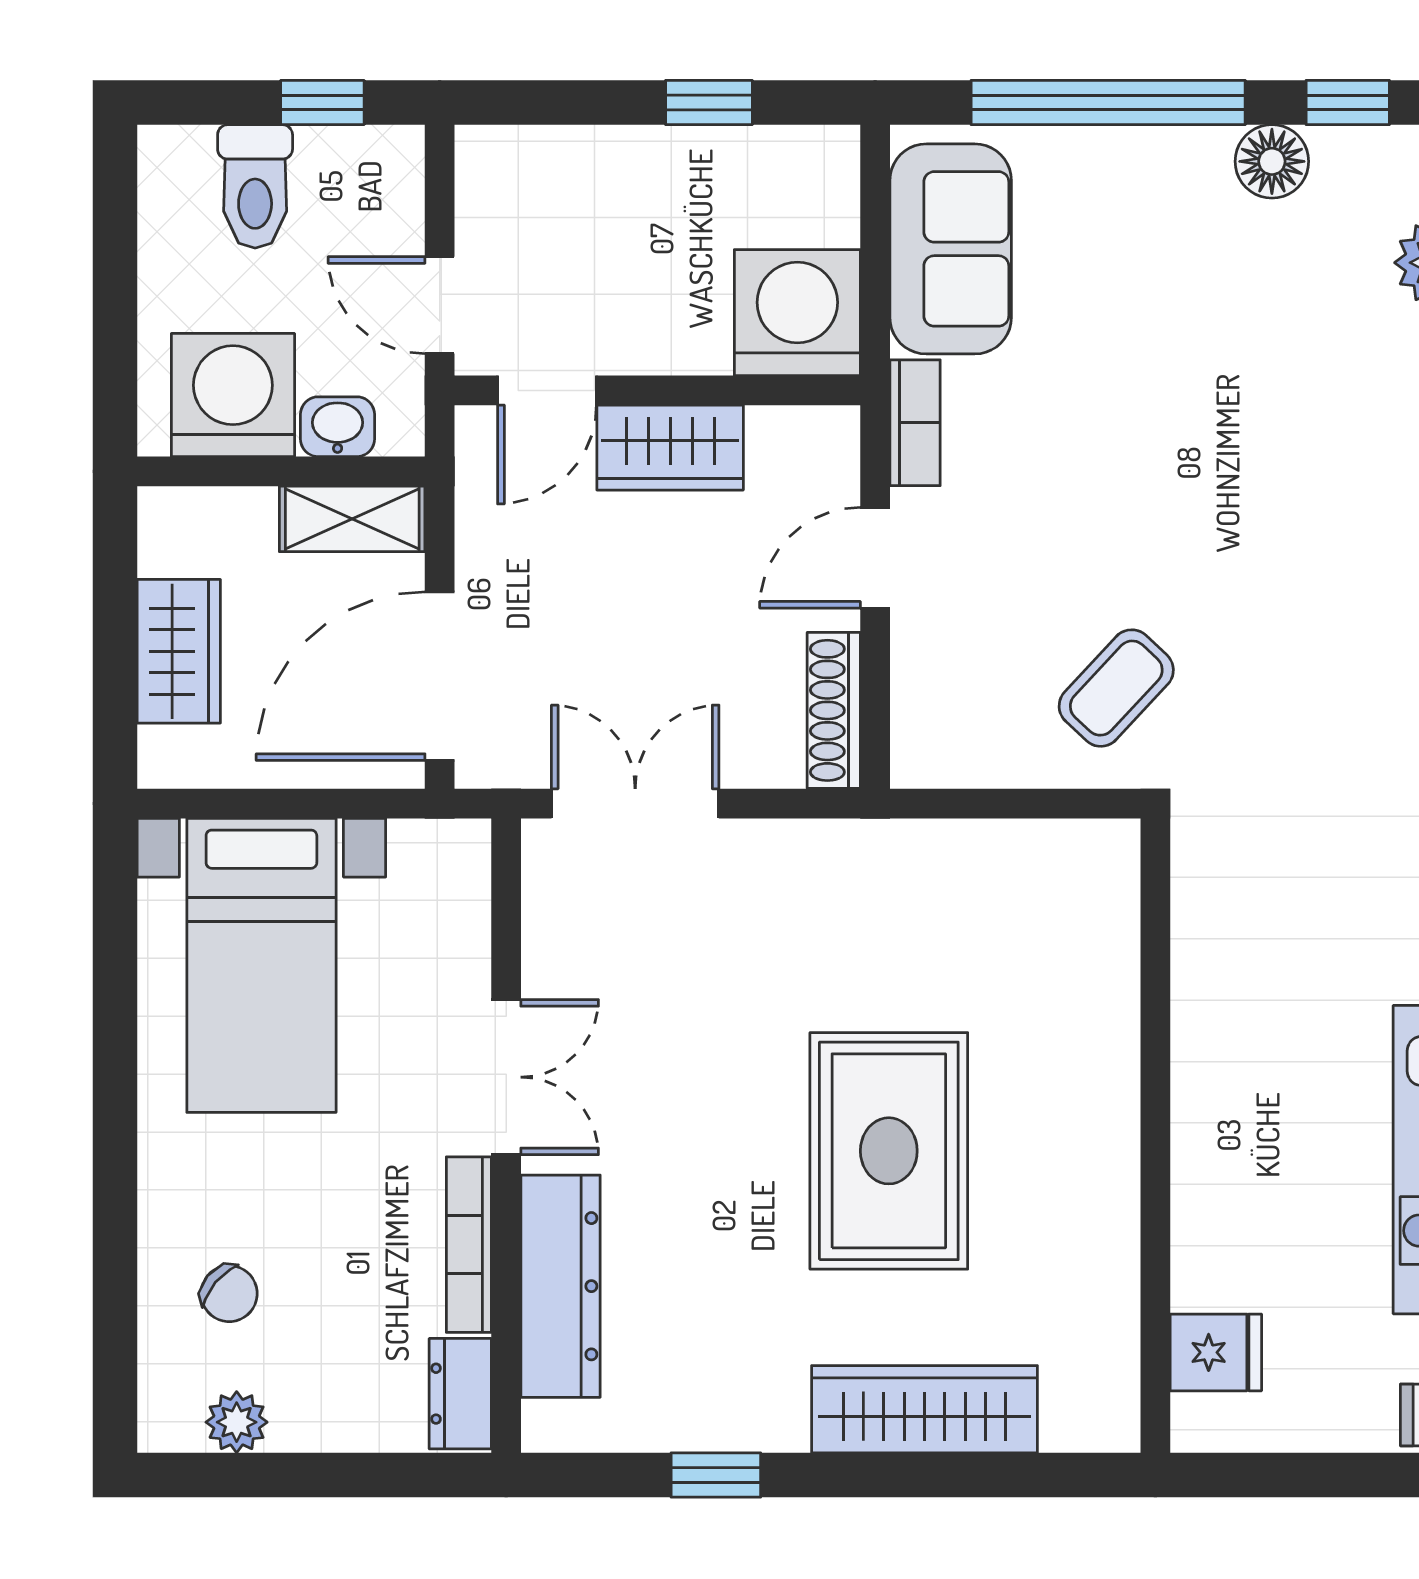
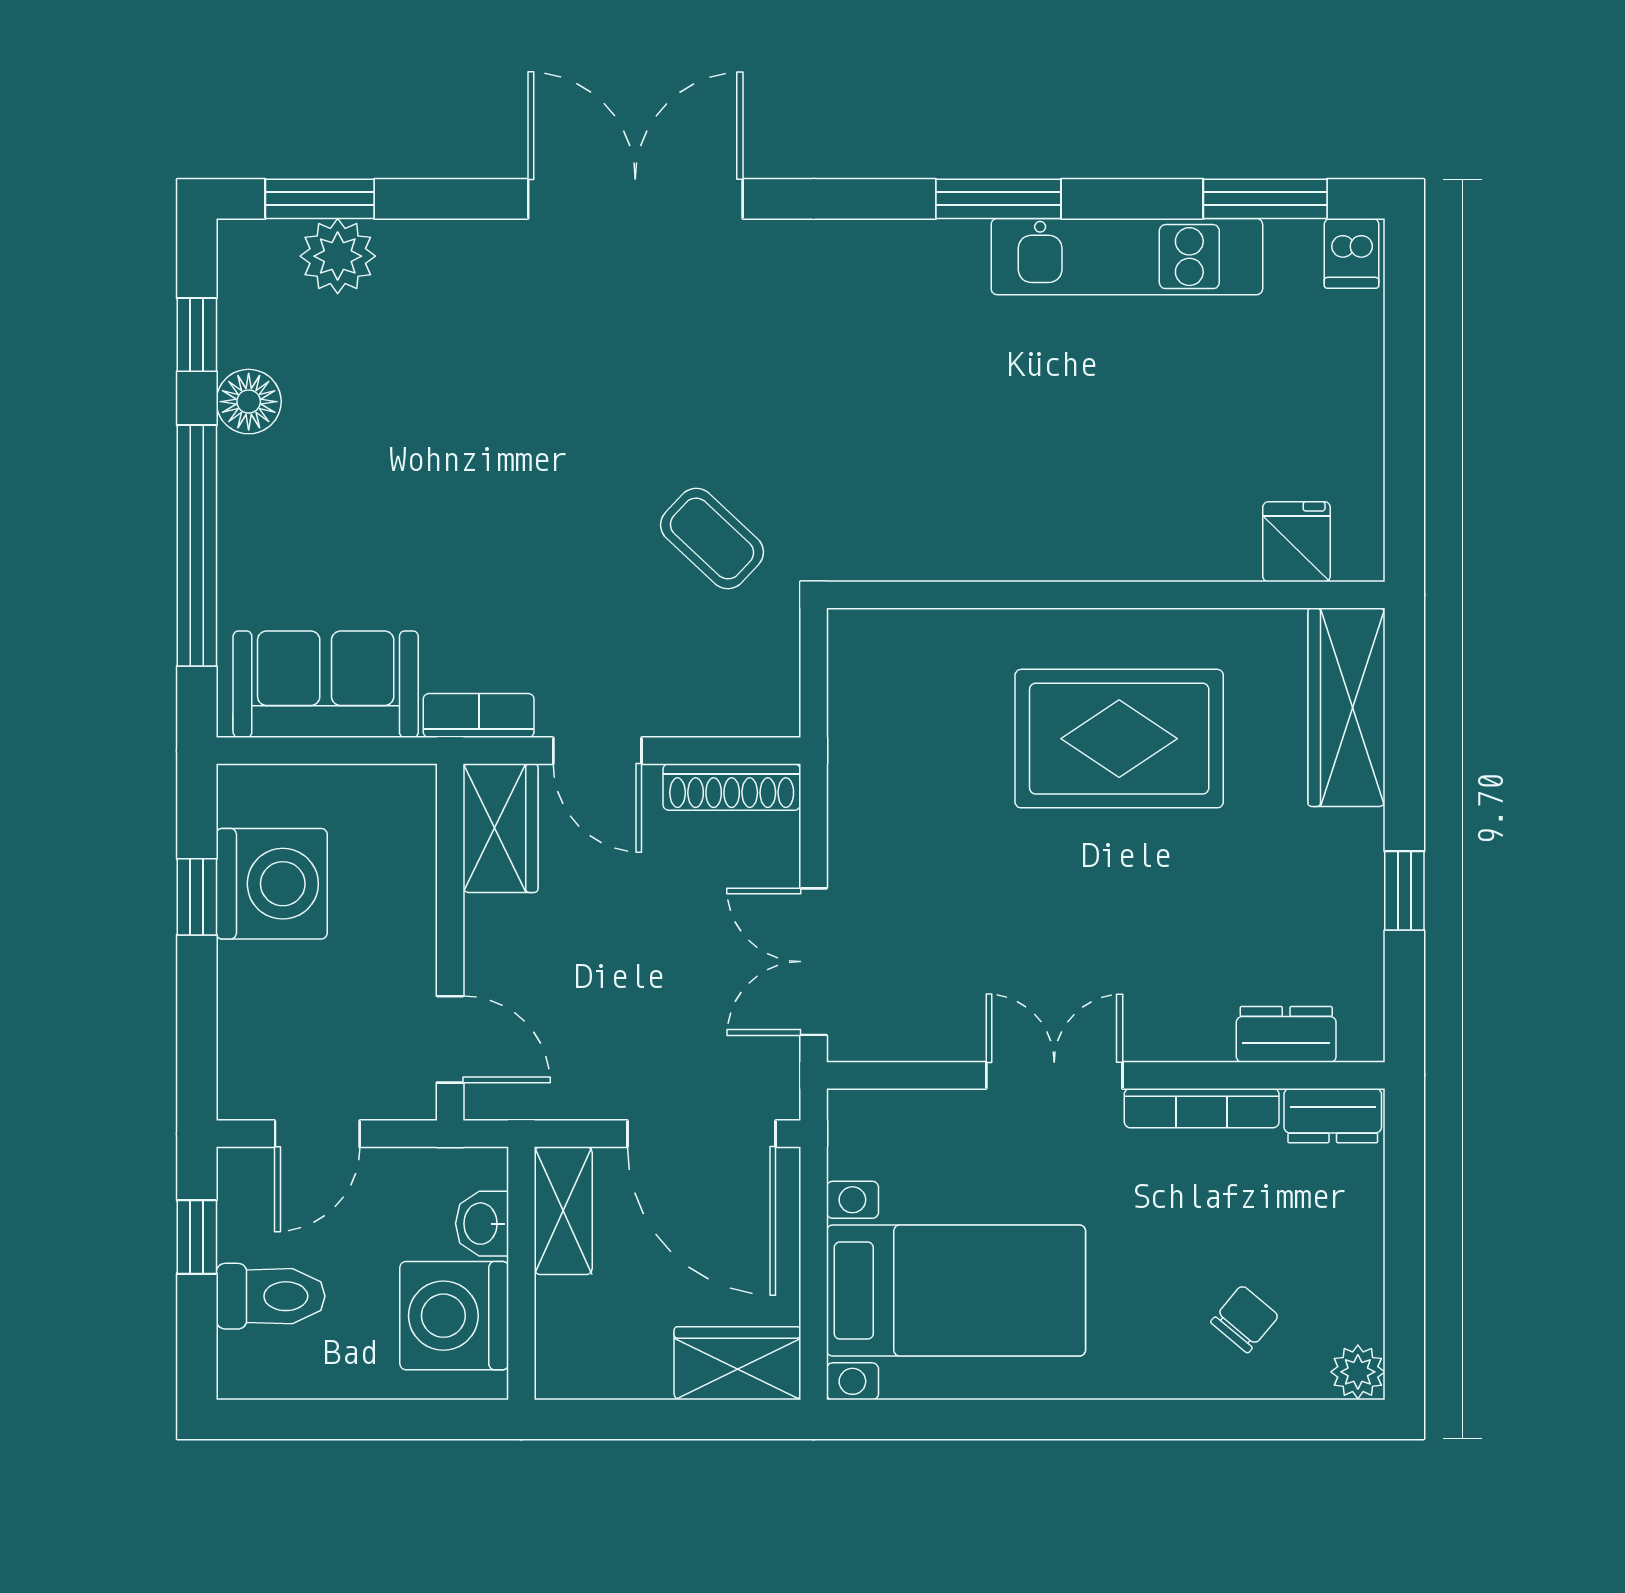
door: (440, 305) -> (317, 1134), moved
washing machine: (797, 313) -> (272, 884), moved, turned 180
wardrobe: (670, 448) -> (500, 828), moved
wardrobe: (179, 651) -> (737, 1363), moved
wall: (1155, 1136) -> (1106, 595), moved
dresser: (560, 1286) -> (1286, 1034), width x0.51, depth x0.80
fridge: (1216, 1352) -> (1297, 542), moved
plant: (237, 1422) -> (1358, 1372), moved

